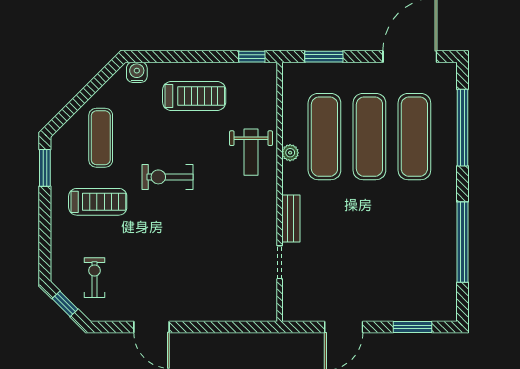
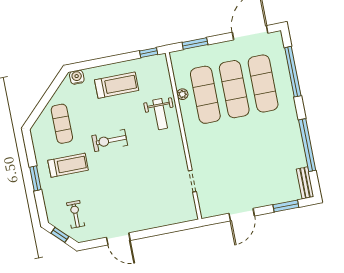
plant: (290, 153) -> (182, 94), moved
window: (45, 168) -> (35, 178), moved
bench: (291, 219) -> (305, 183), moved

